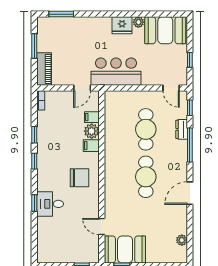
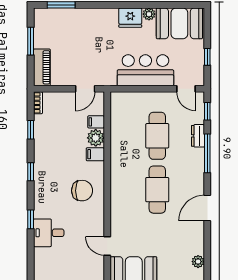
bar counter: (116, 72) -> (145, 70), moved
window: (34, 135) -> (31, 130), moved
desk: (50, 204) -> (49, 233), moved

